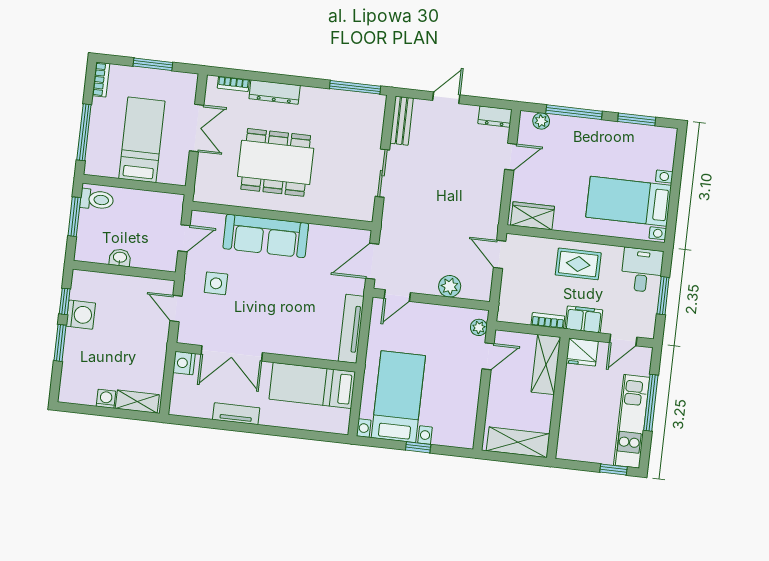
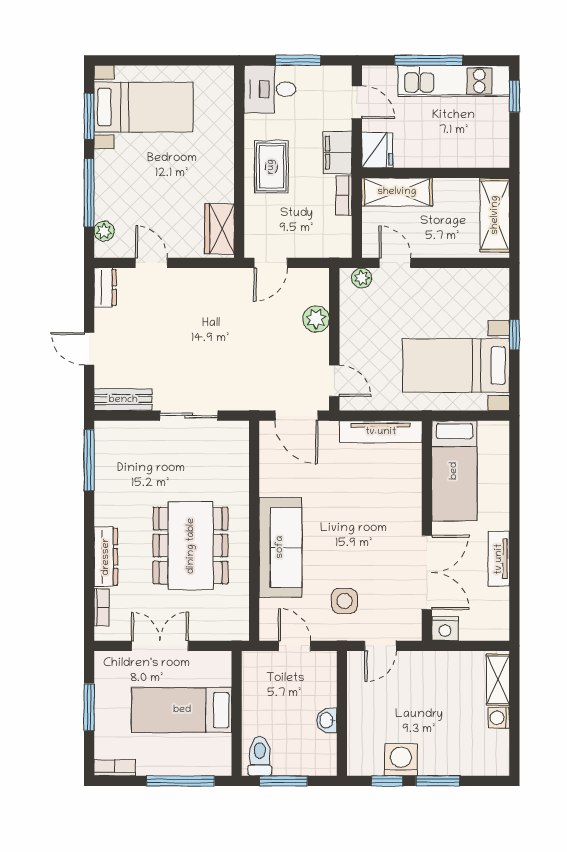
bed with nightstands: (629, 201) -> (144, 107), moved, turned -90

